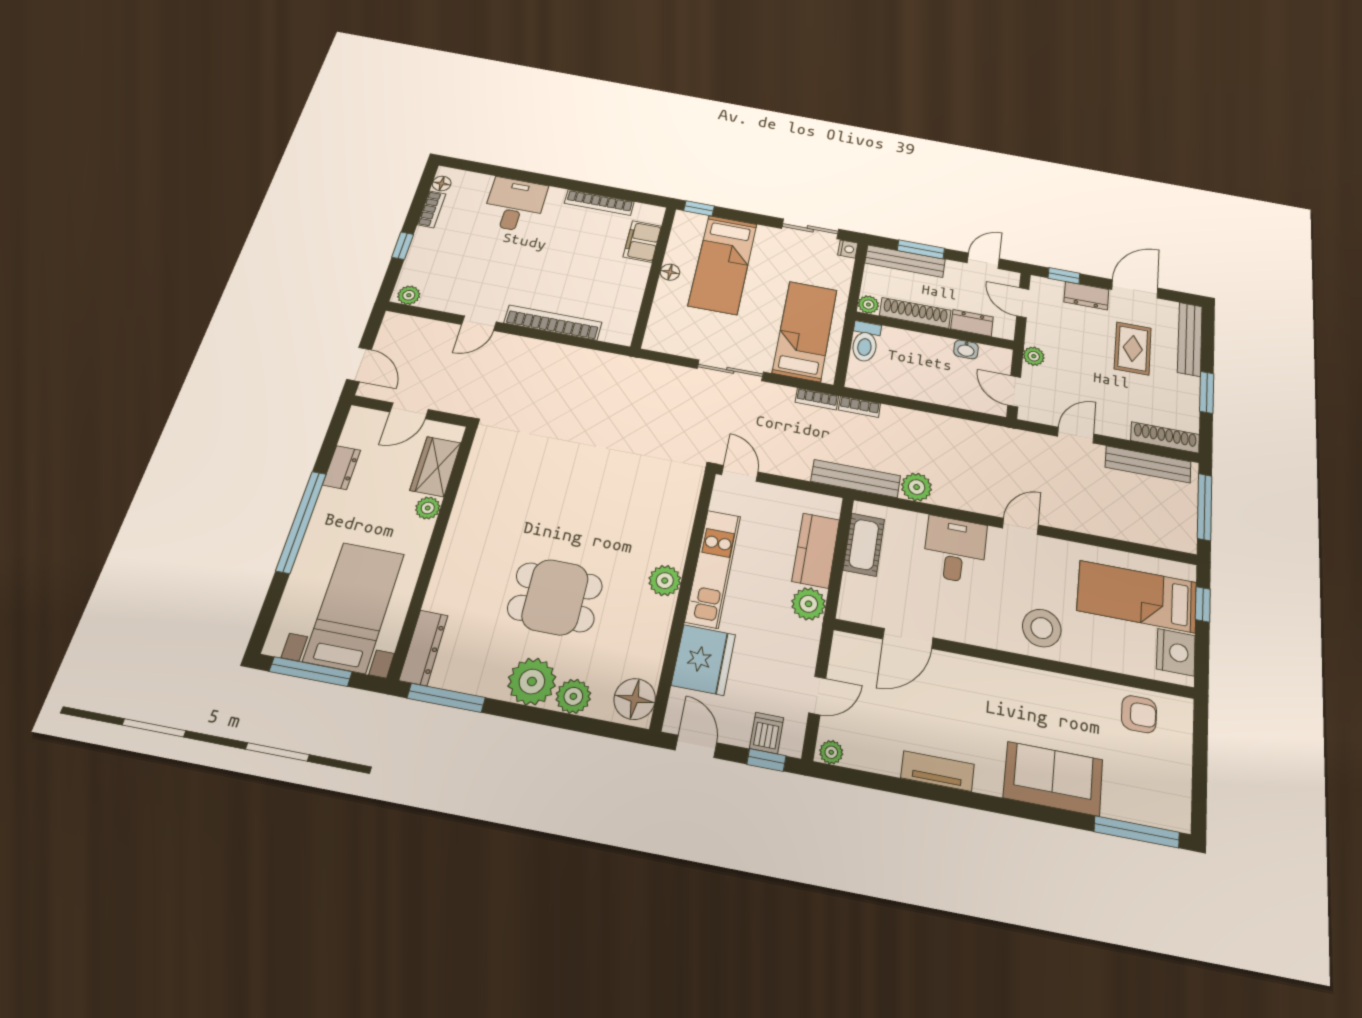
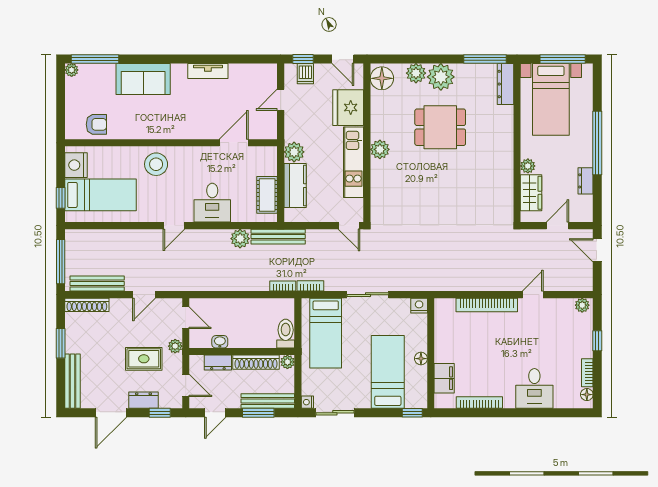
nightstand: (656, 341) -> (419, 306), added
rug: (1133, 348) -> (144, 359), moved, turned 90
armchair: (1139, 714) -> (96, 124), turned 180
plant: (831, 752) -> (72, 70), moved

